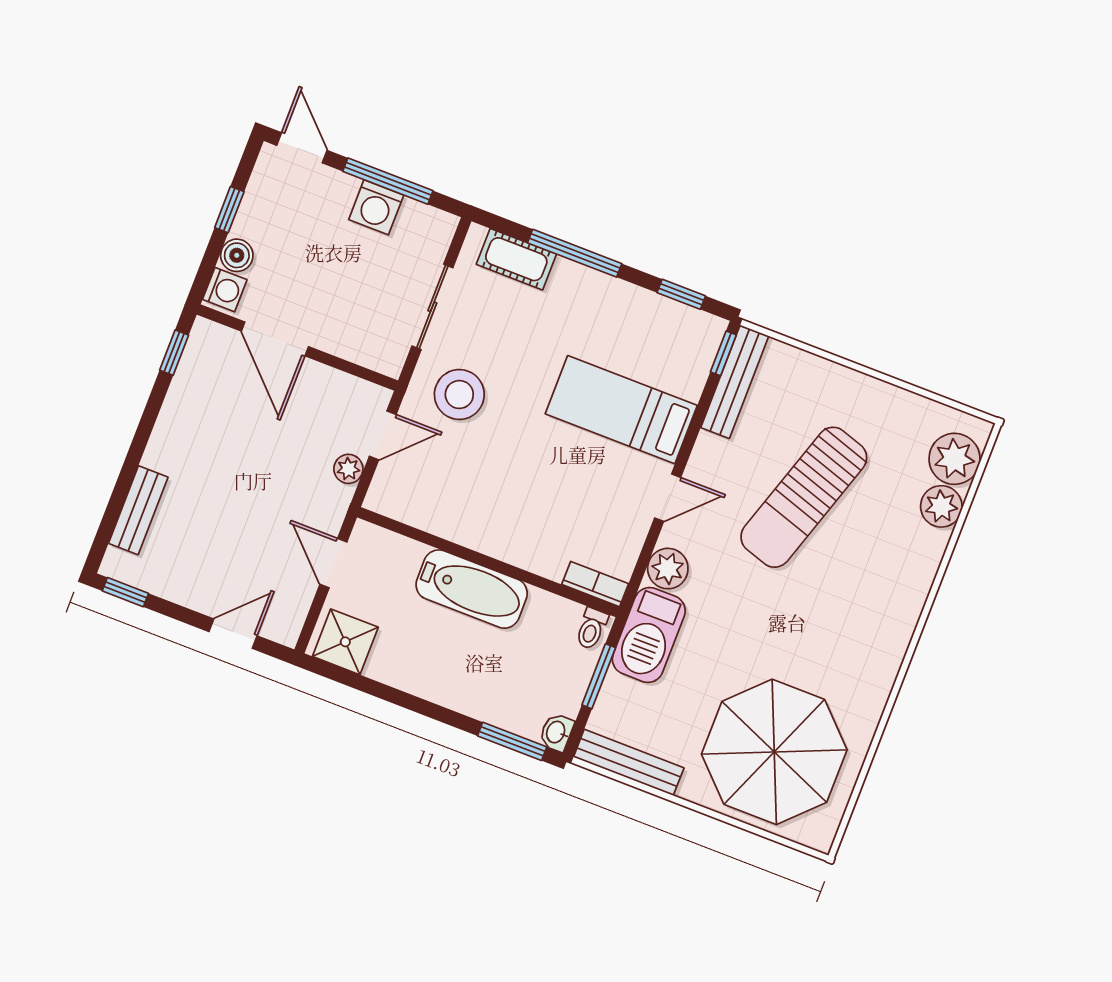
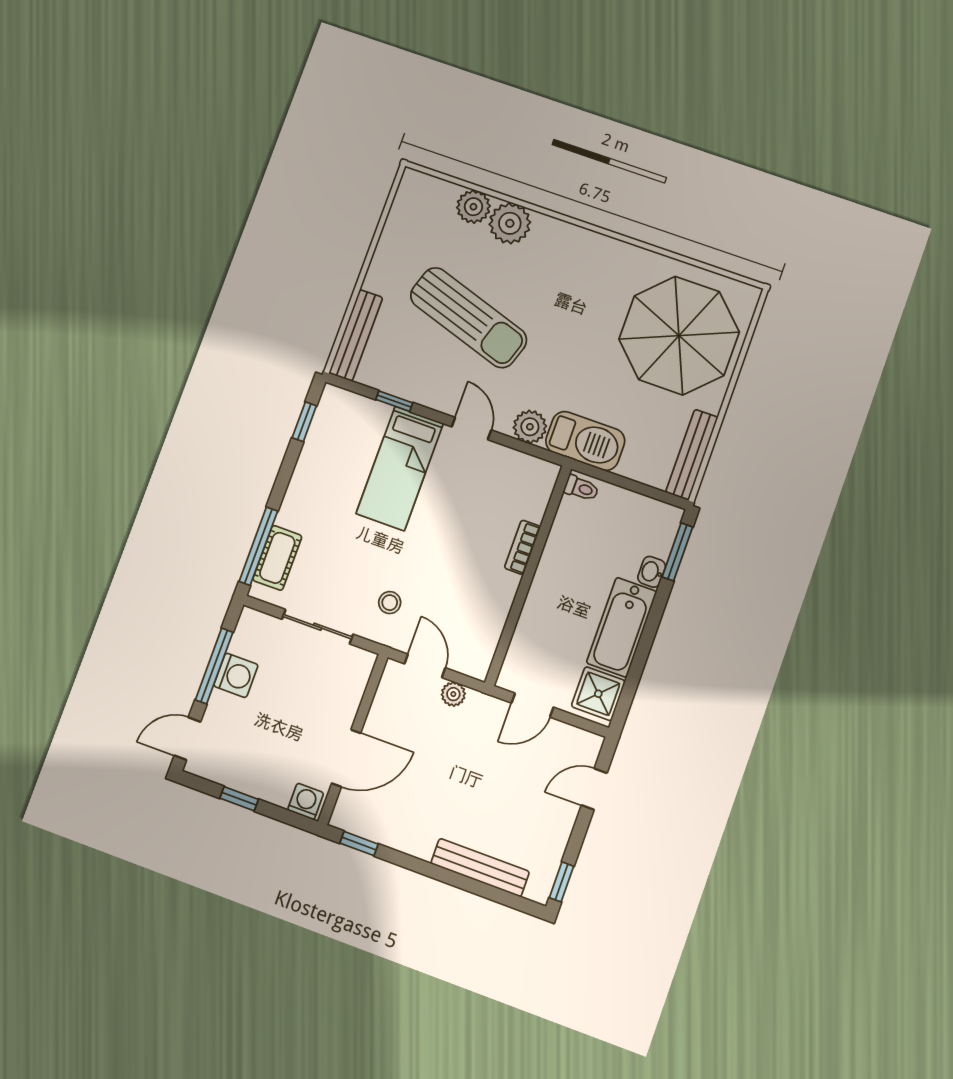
window: (575, 253) -> (258, 546), moved
boiler: (237, 255) -> (277, 792), removed
window: (723, 353) -> (394, 401), moved
bench: (735, 382) -> (356, 335), moved, turned 90
stool: (459, 395) -> (390, 603), width x0.53, depth x0.53
plant: (954, 459) -> (510, 223), moved
bench: (138, 510) -> (480, 868), width x1.36
bookcase: (595, 584) -> (522, 547), moved
bathtub: (472, 589) -> (622, 627), moved, turned 180
door: (233, 634) -> (594, 789), hinge flipped
window: (599, 676) -> (621, 481), removed
washbasin: (556, 732) -> (652, 572), moved, turned 90

